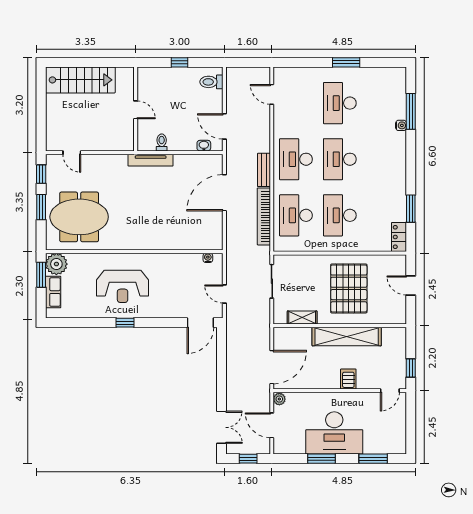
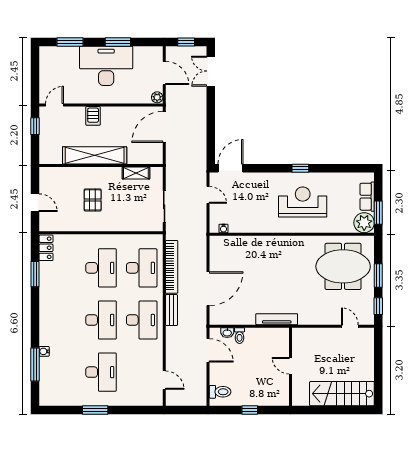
toilet: (162, 142) -> (240, 336), moved
pallet: (349, 288) -> (93, 200), width x0.49, depth x0.50

